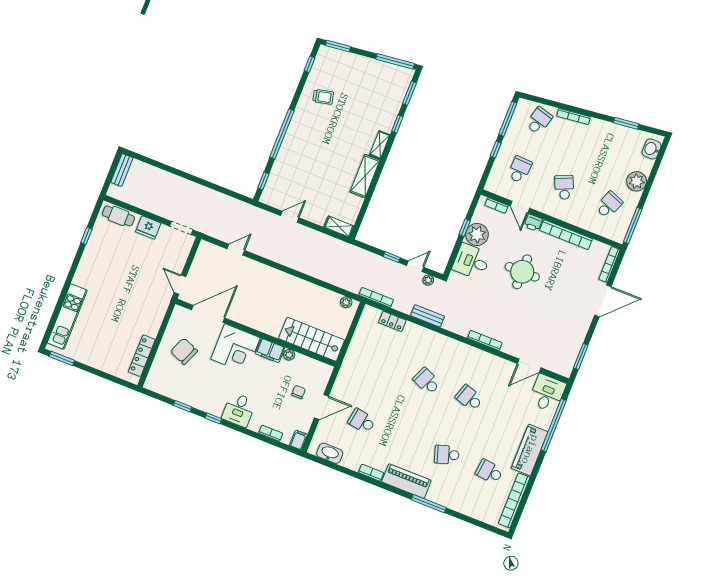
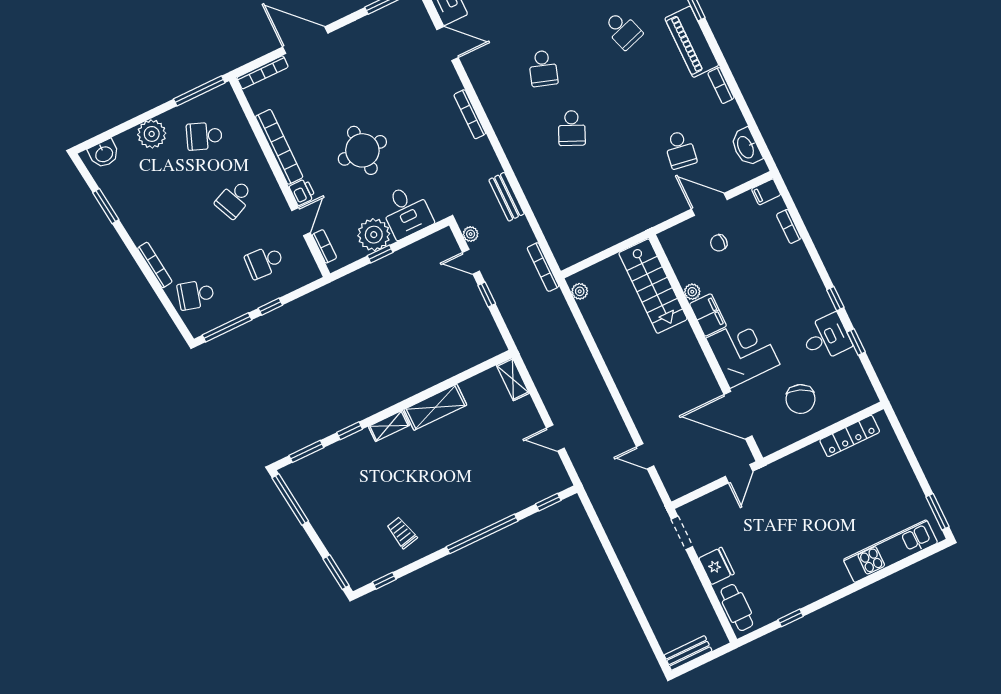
locker: (392, 321) -> (549, 226), removed
desk: (239, 410) -> (826, 338), moved

